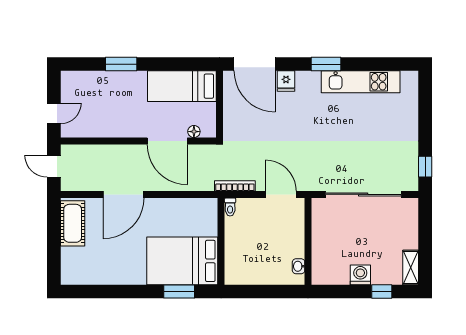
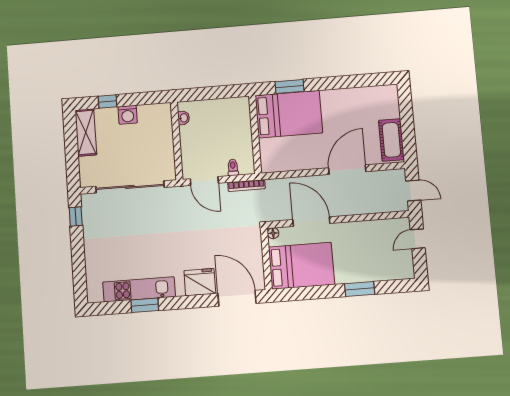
window: (326, 64) -> (145, 305), moved
fridge: (286, 81) -> (200, 282), width x1.88, depth x1.34
bed: (182, 86) -> (301, 266), width x1.50
floor lamp: (194, 132) -> (273, 233), moved
toilet: (230, 207) -> (233, 167), moved
shelving: (411, 268) -> (86, 132), width x1.50, depth x1.33

